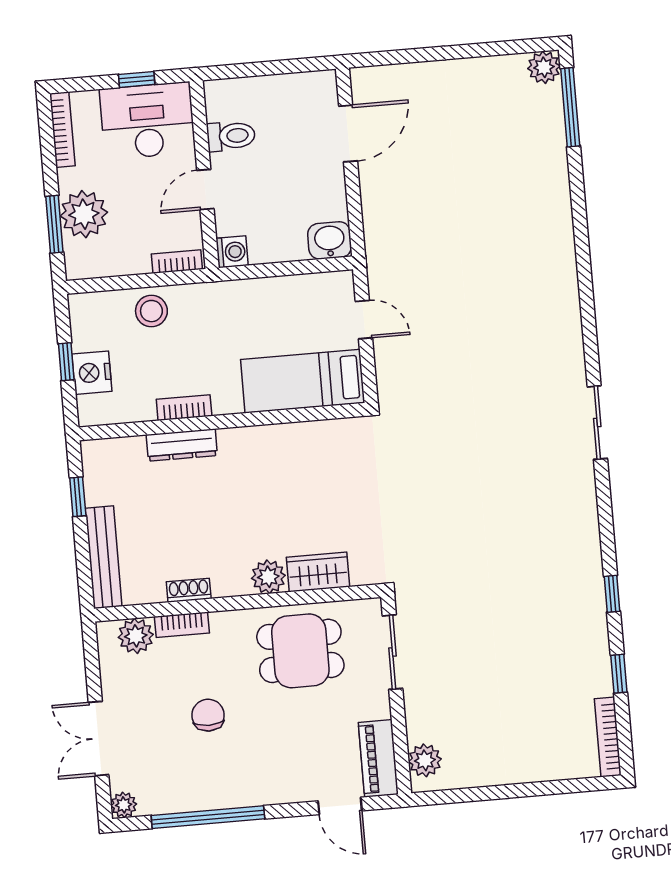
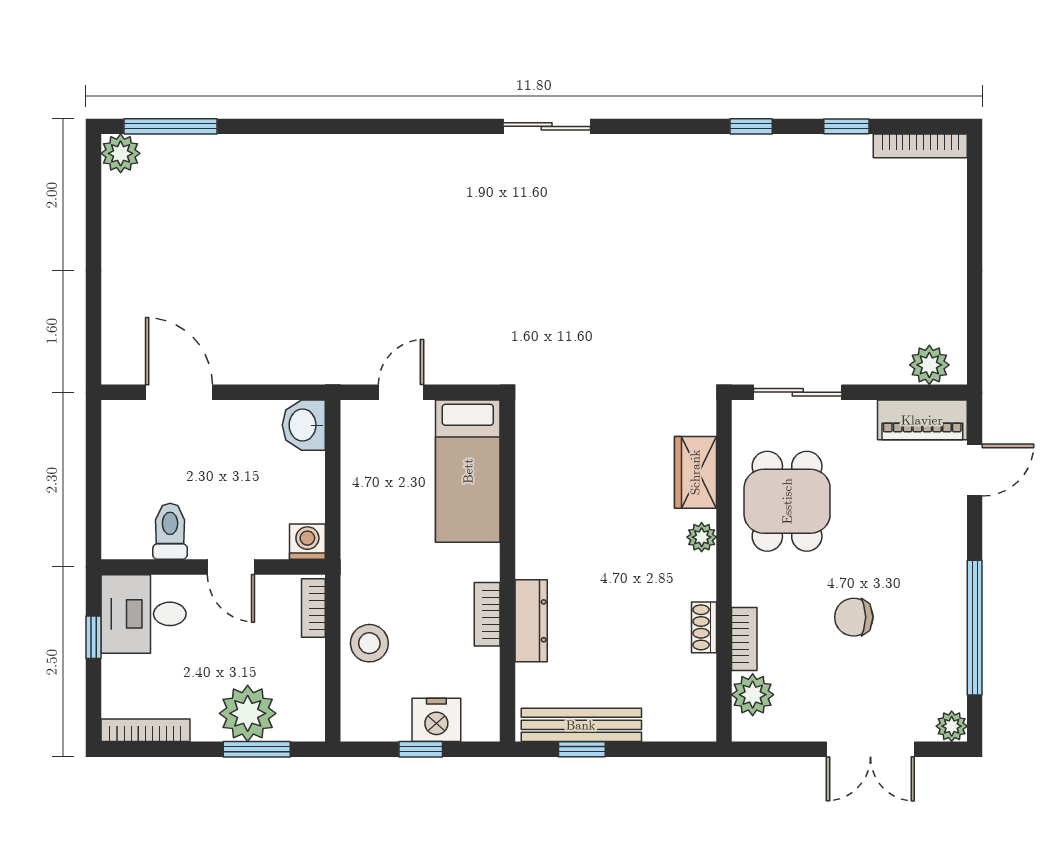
desk: (147, 121) -> (144, 614), width x0.73
bench: (104, 557) -> (581, 725), moved
plant: (268, 577) -> (702, 537), width x0.73, depth x0.73

